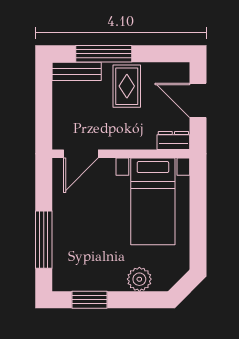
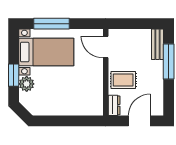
rug: (127, 86) -> (123, 80), moved
bed with nightstands: (153, 201) -> (46, 52), moved, turned 180
window: (89, 300) -> (14, 75), moved

